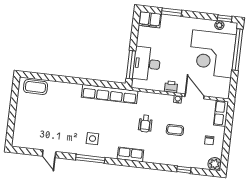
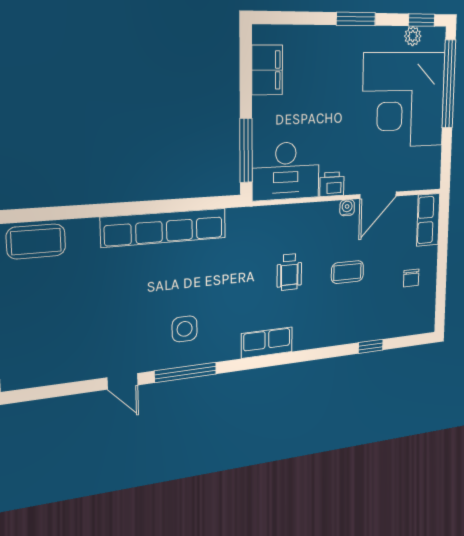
window: (172, 12) -> (356, 19), moved
filing cabinet: (150, 20) -> (267, 70), moved, turned -90
desk: (147, 64) -> (286, 171), moved, turned -90
row of seats: (110, 94) -> (164, 228), moved
door: (195, 96) -> (378, 195), swing flipped
door: (49, 154) -> (122, 381), moved
plant: (215, 164) -> (424, 321), removed

